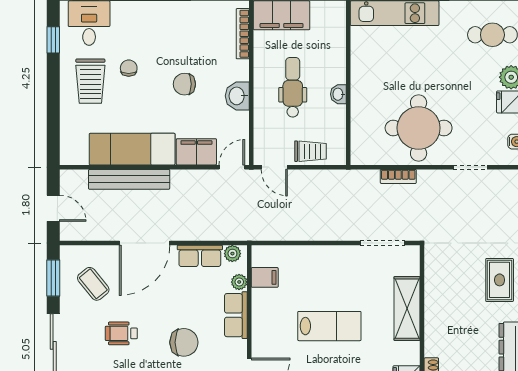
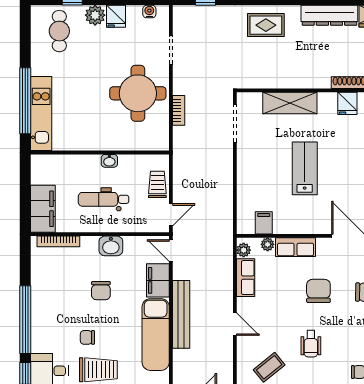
bench: (129, 179) -> (181, 314), moved
door: (144, 243) -> (235, 324), width x0.53

